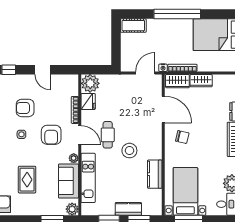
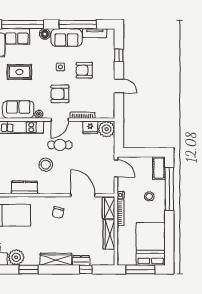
window: (177, 14) -> (169, 189), moved
stool: (165, 36) -> (149, 196), added
door: (43, 70) -> (119, 86), swing flipped
door: (145, 73) -> (116, 168), moved
wardrobe: (201, 81) -> (109, 234), width x1.50
armchair: (25, 108) -> (84, 70), turned -90
door: (163, 109) -> (83, 195), swing flipped

